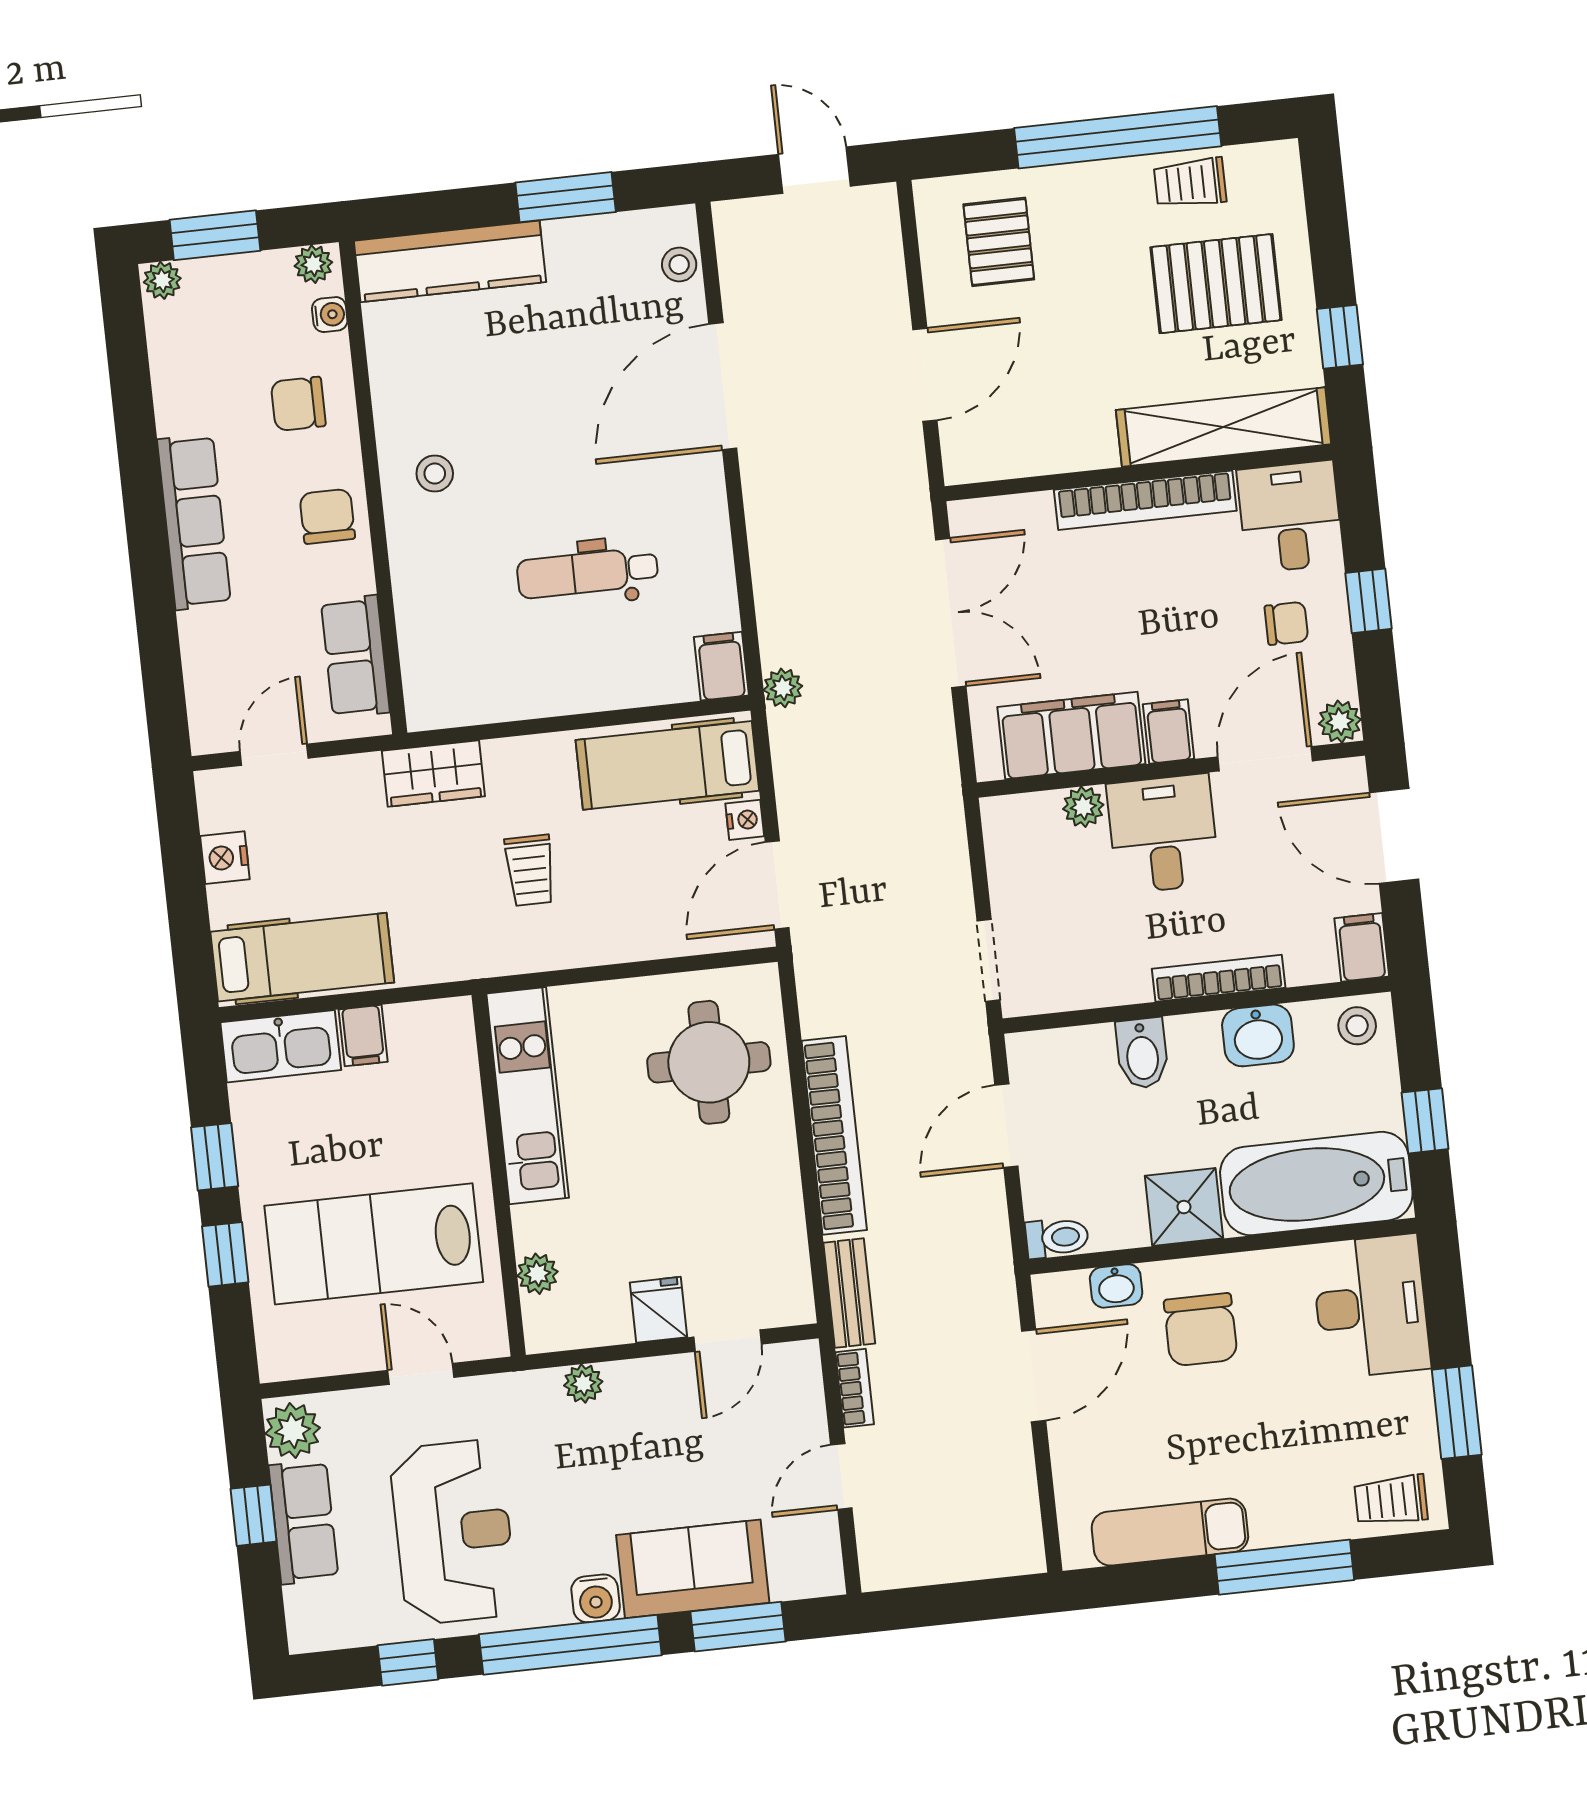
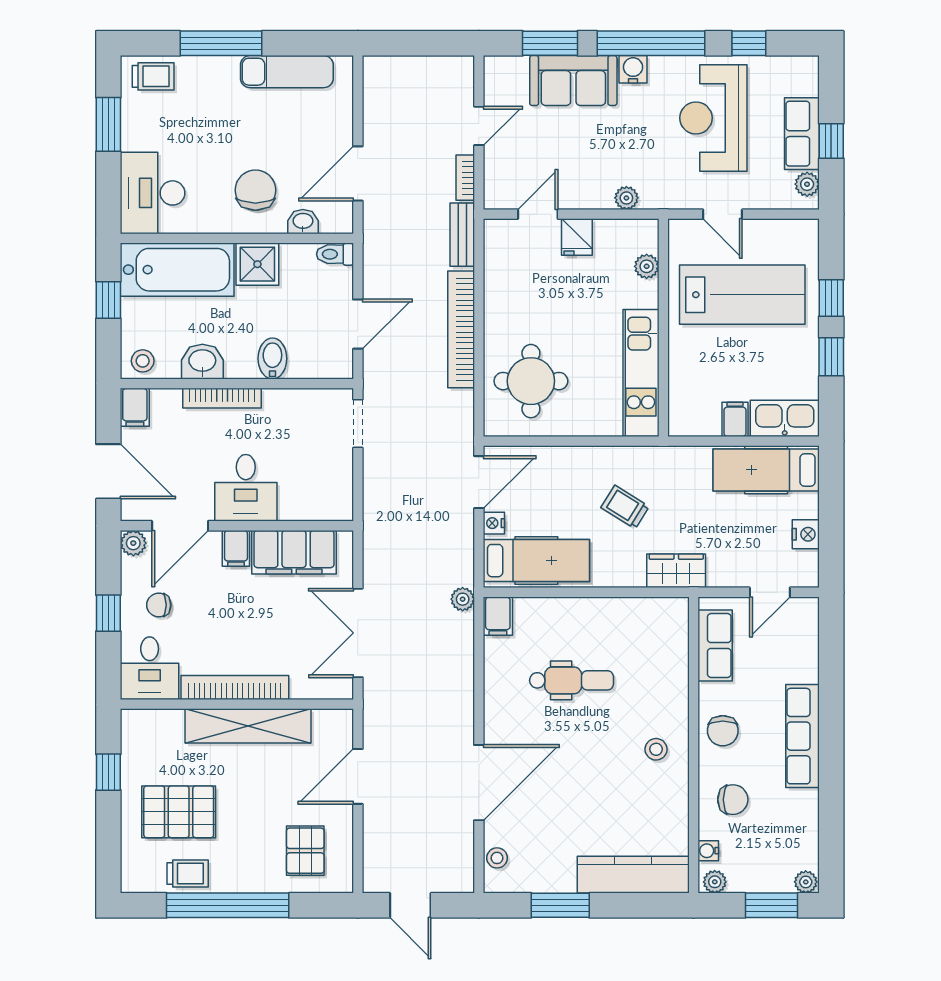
shelving: (1224, 427) -> (248, 726), moved
plant: (1083, 807) -> (291, 509), removed
trolley: (530, 870) -> (625, 507), turned -58
plant: (293, 1431) -> (807, 184), width x0.73, depth x0.73

